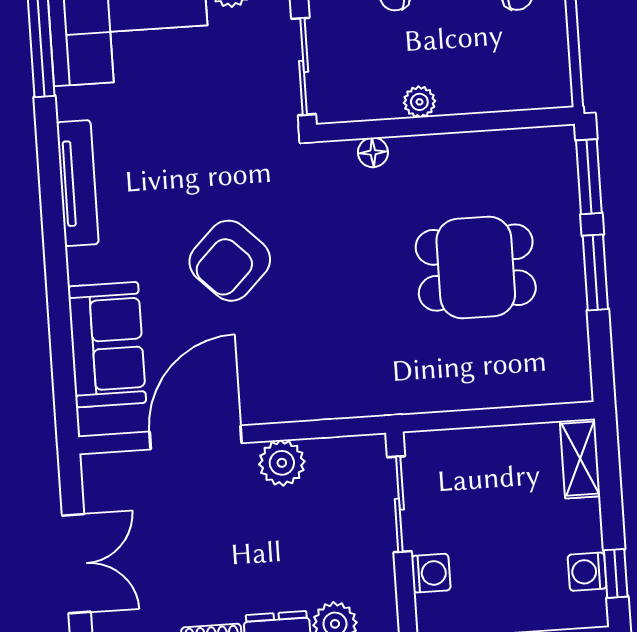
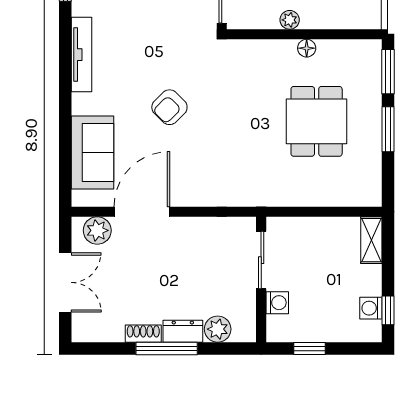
floor lamp: (373, 152) -> (307, 48), moved
armchair: (230, 261) -> (169, 107), width x0.72, depth x0.72
dining table: (476, 268) -> (317, 121), turned 90
plant: (282, 463) -> (97, 230), moved

